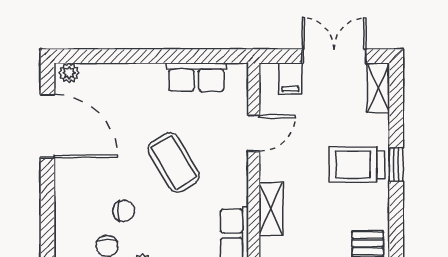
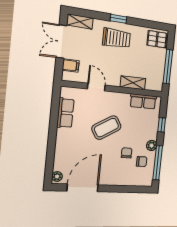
trolley: (357, 165) -> (117, 38), turned -90

